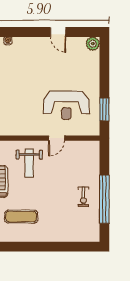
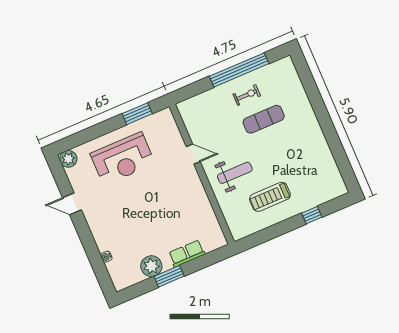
door: (58, 32) -> (72, 204), swing flipped
reception desk: (66, 105) -> (123, 159), moved, turned 90
exercise mat: (21, 217) -> (264, 119), moved, turned 90

